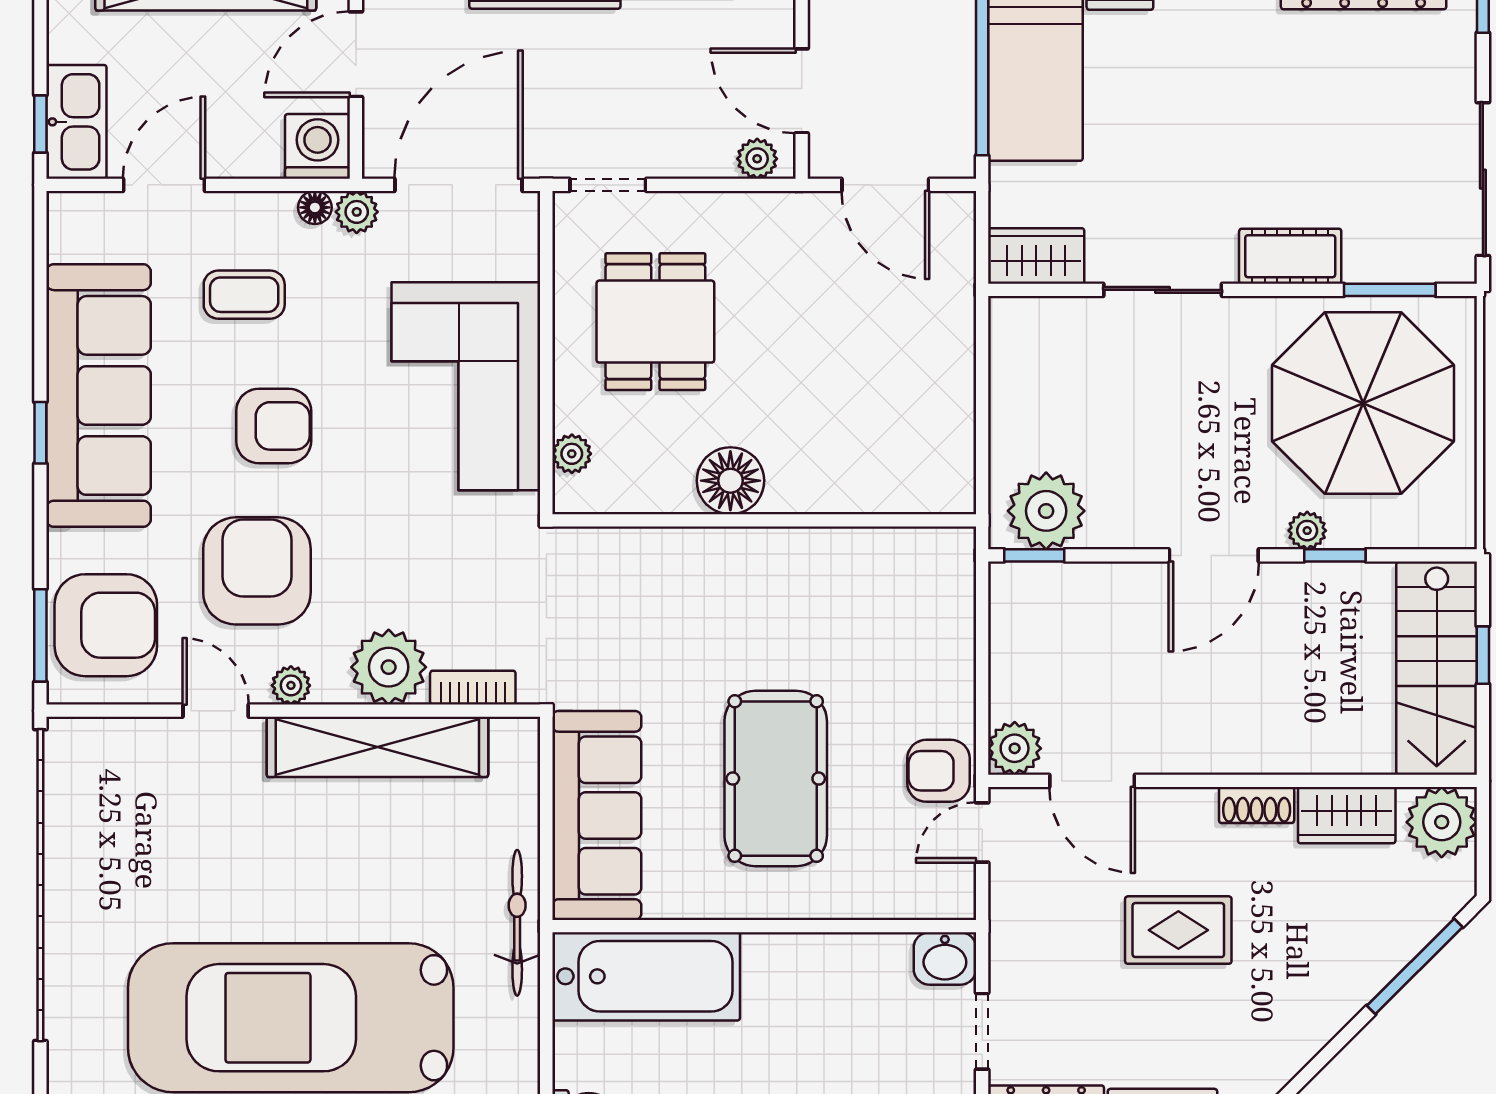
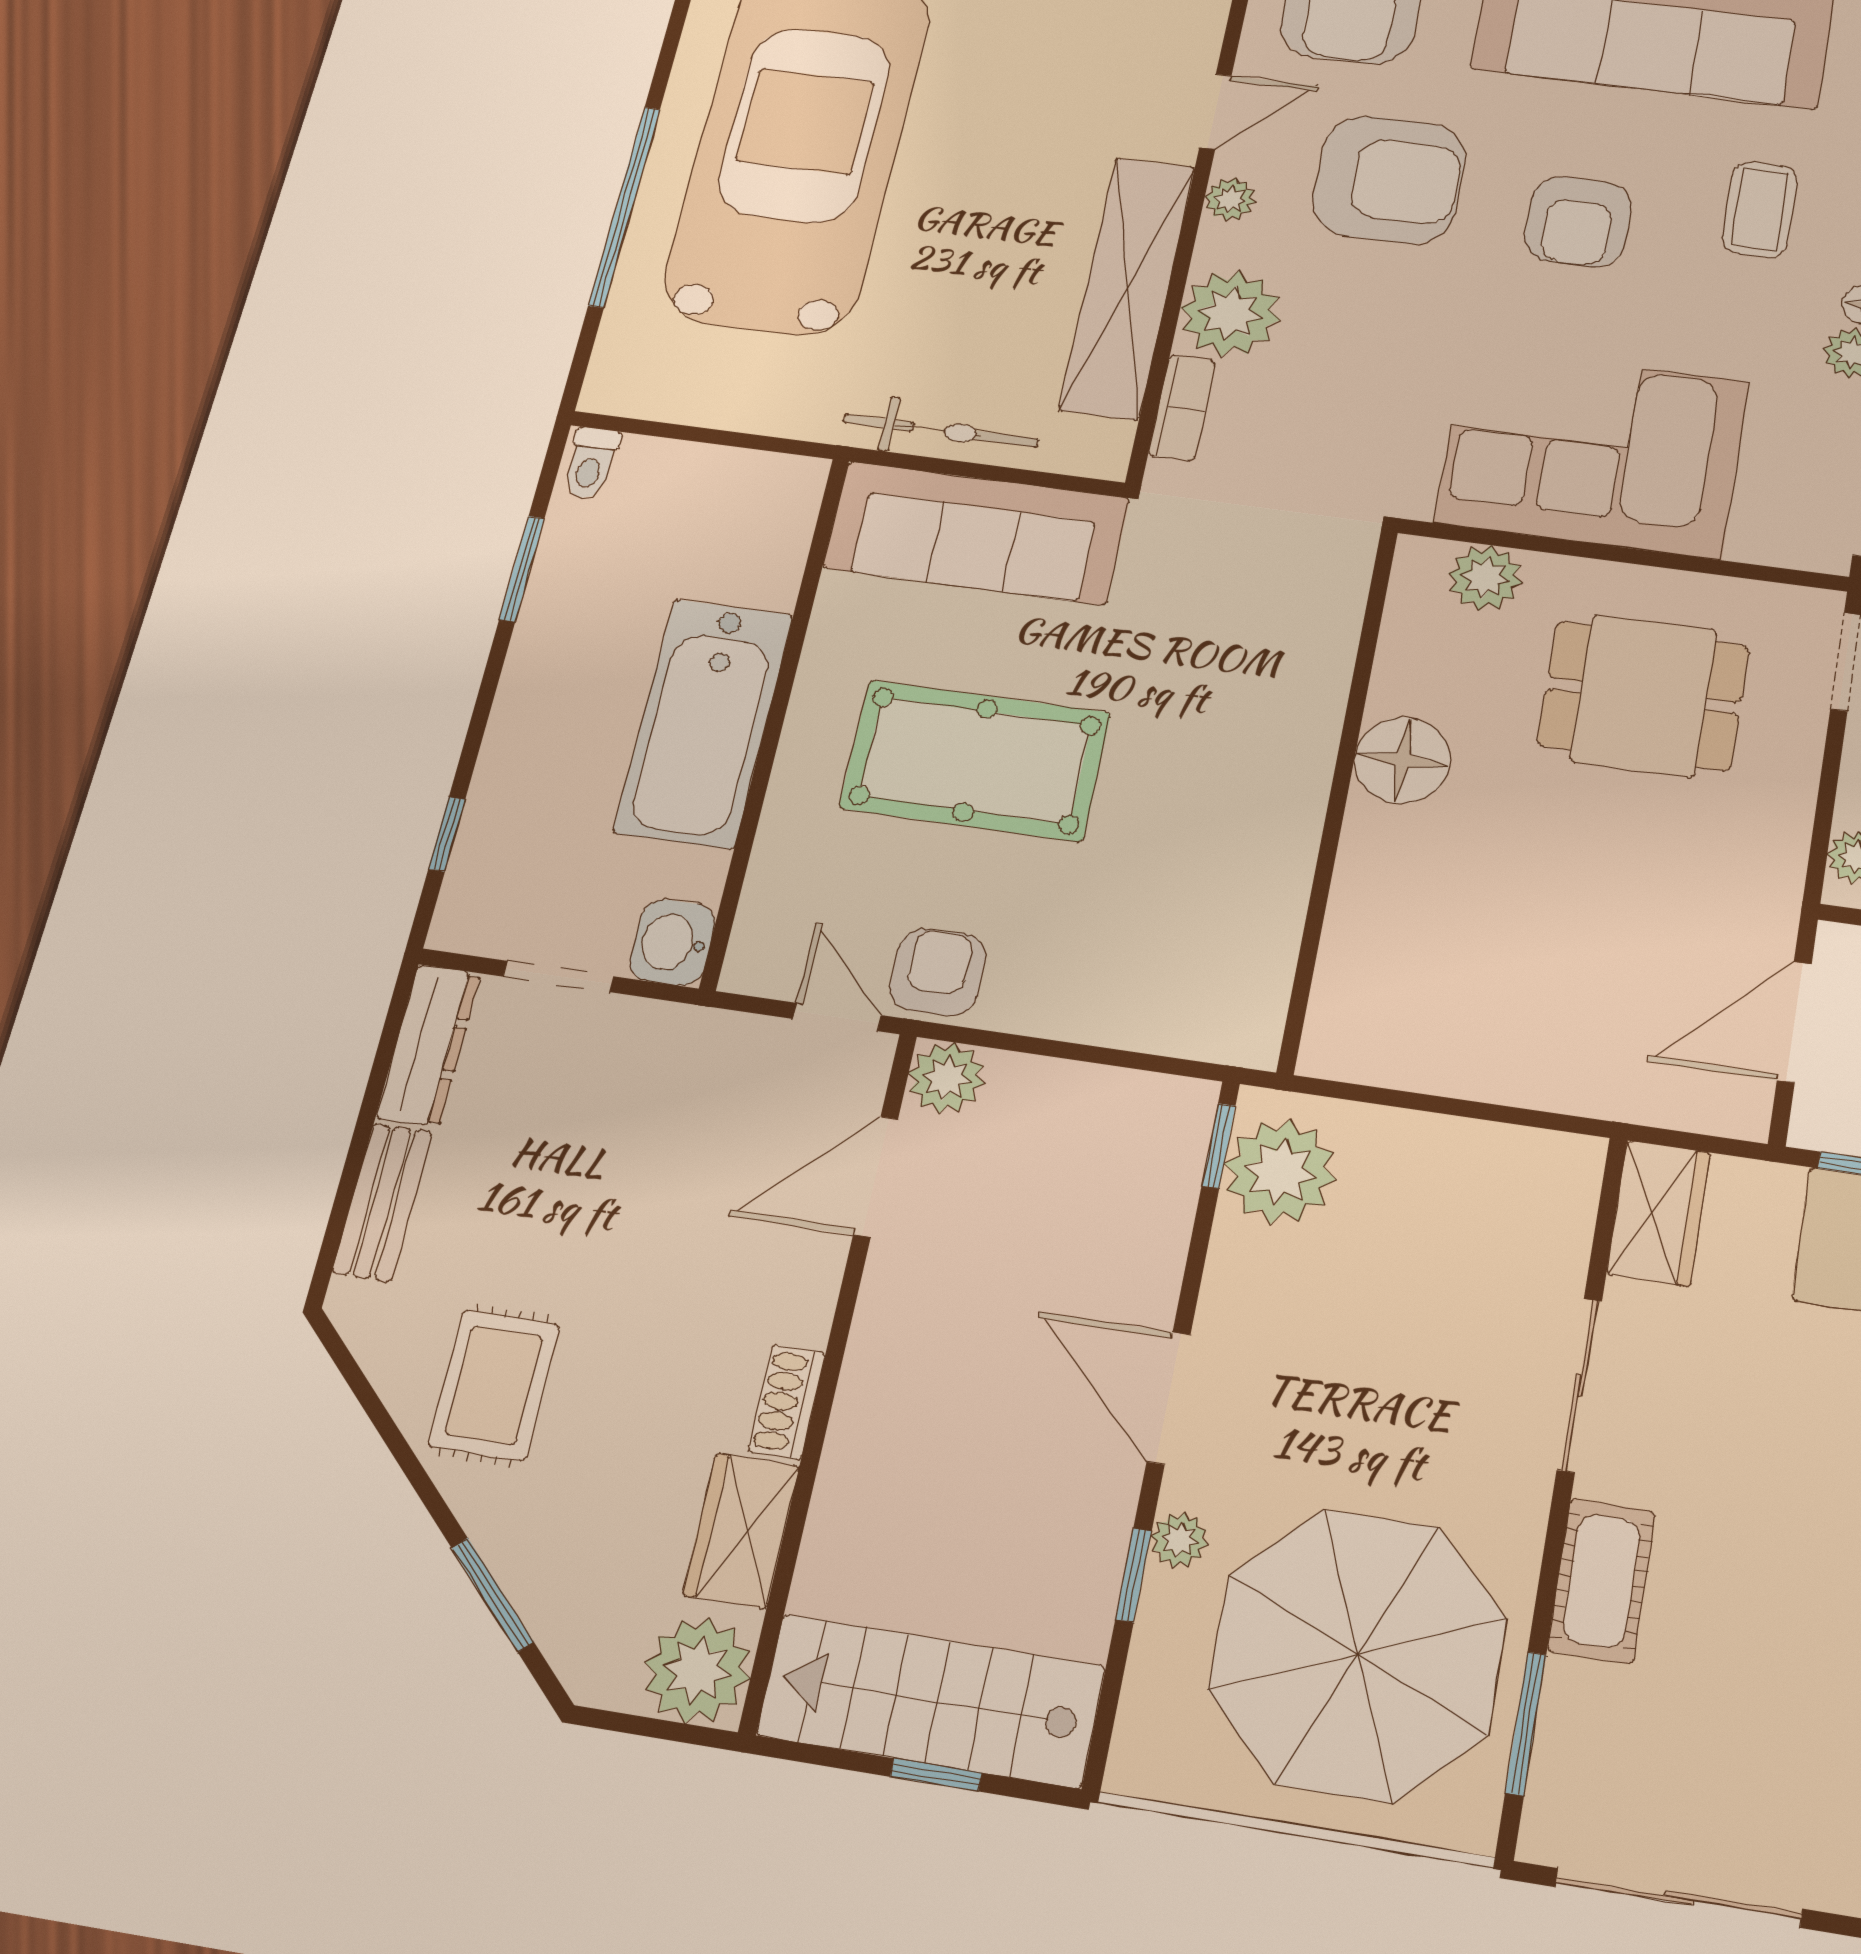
plant: (572, 454) -> (1485, 578), width x1.38, depth x1.38
bicycle: (517, 923) -> (941, 431), moved
rug: (1178, 930) -> (494, 1385), moved
window: (1415, 966) -> (493, 1595), width x0.69
bathtub: (646, 976) -> (704, 723), moved

